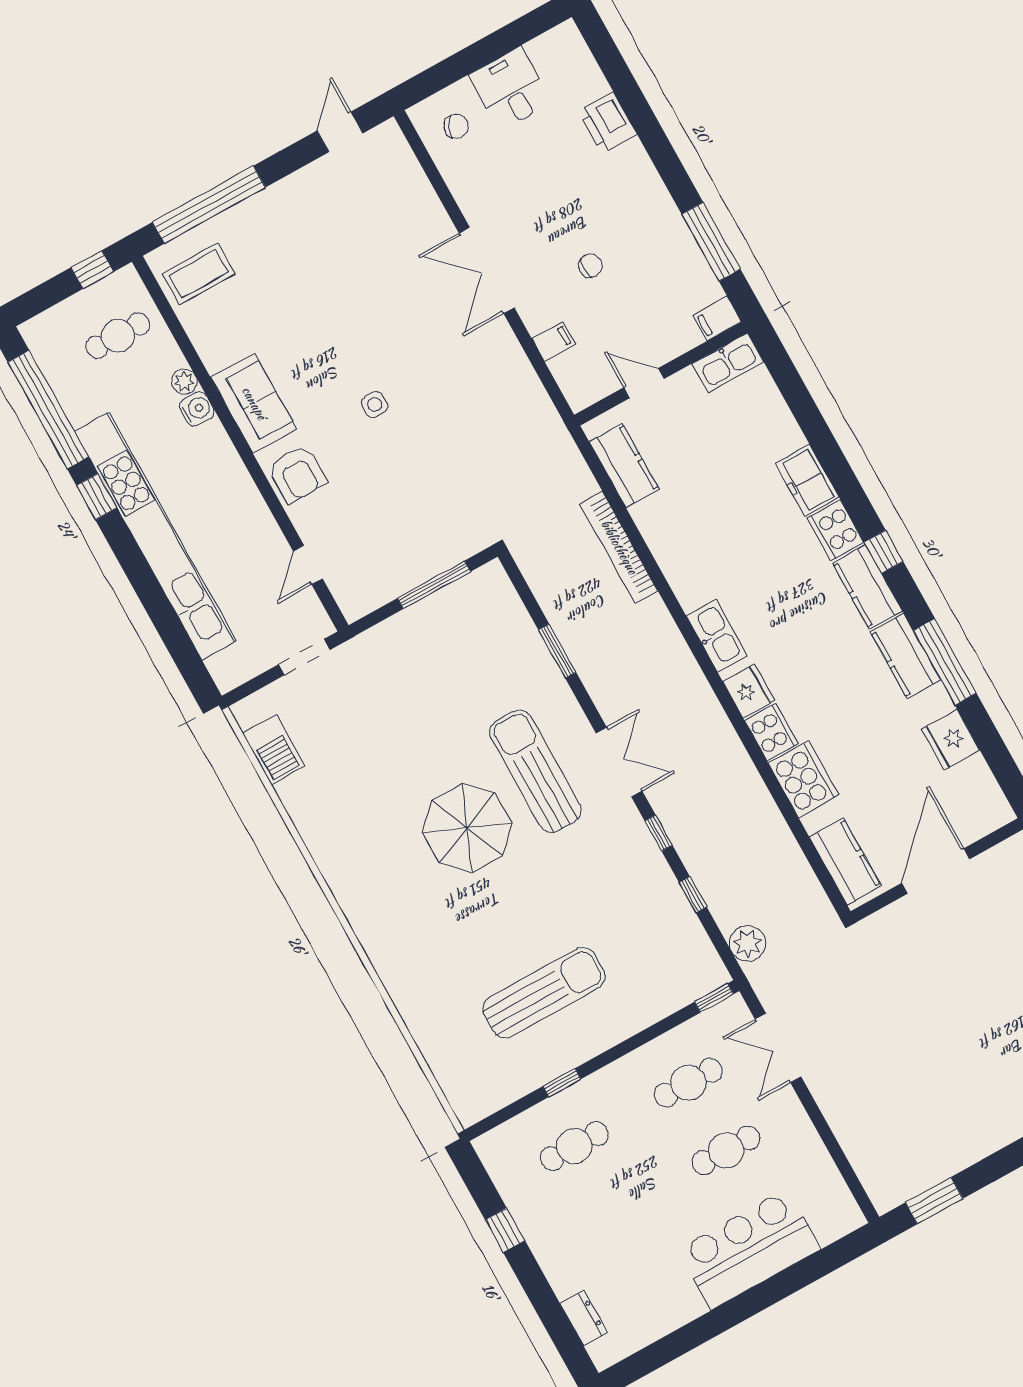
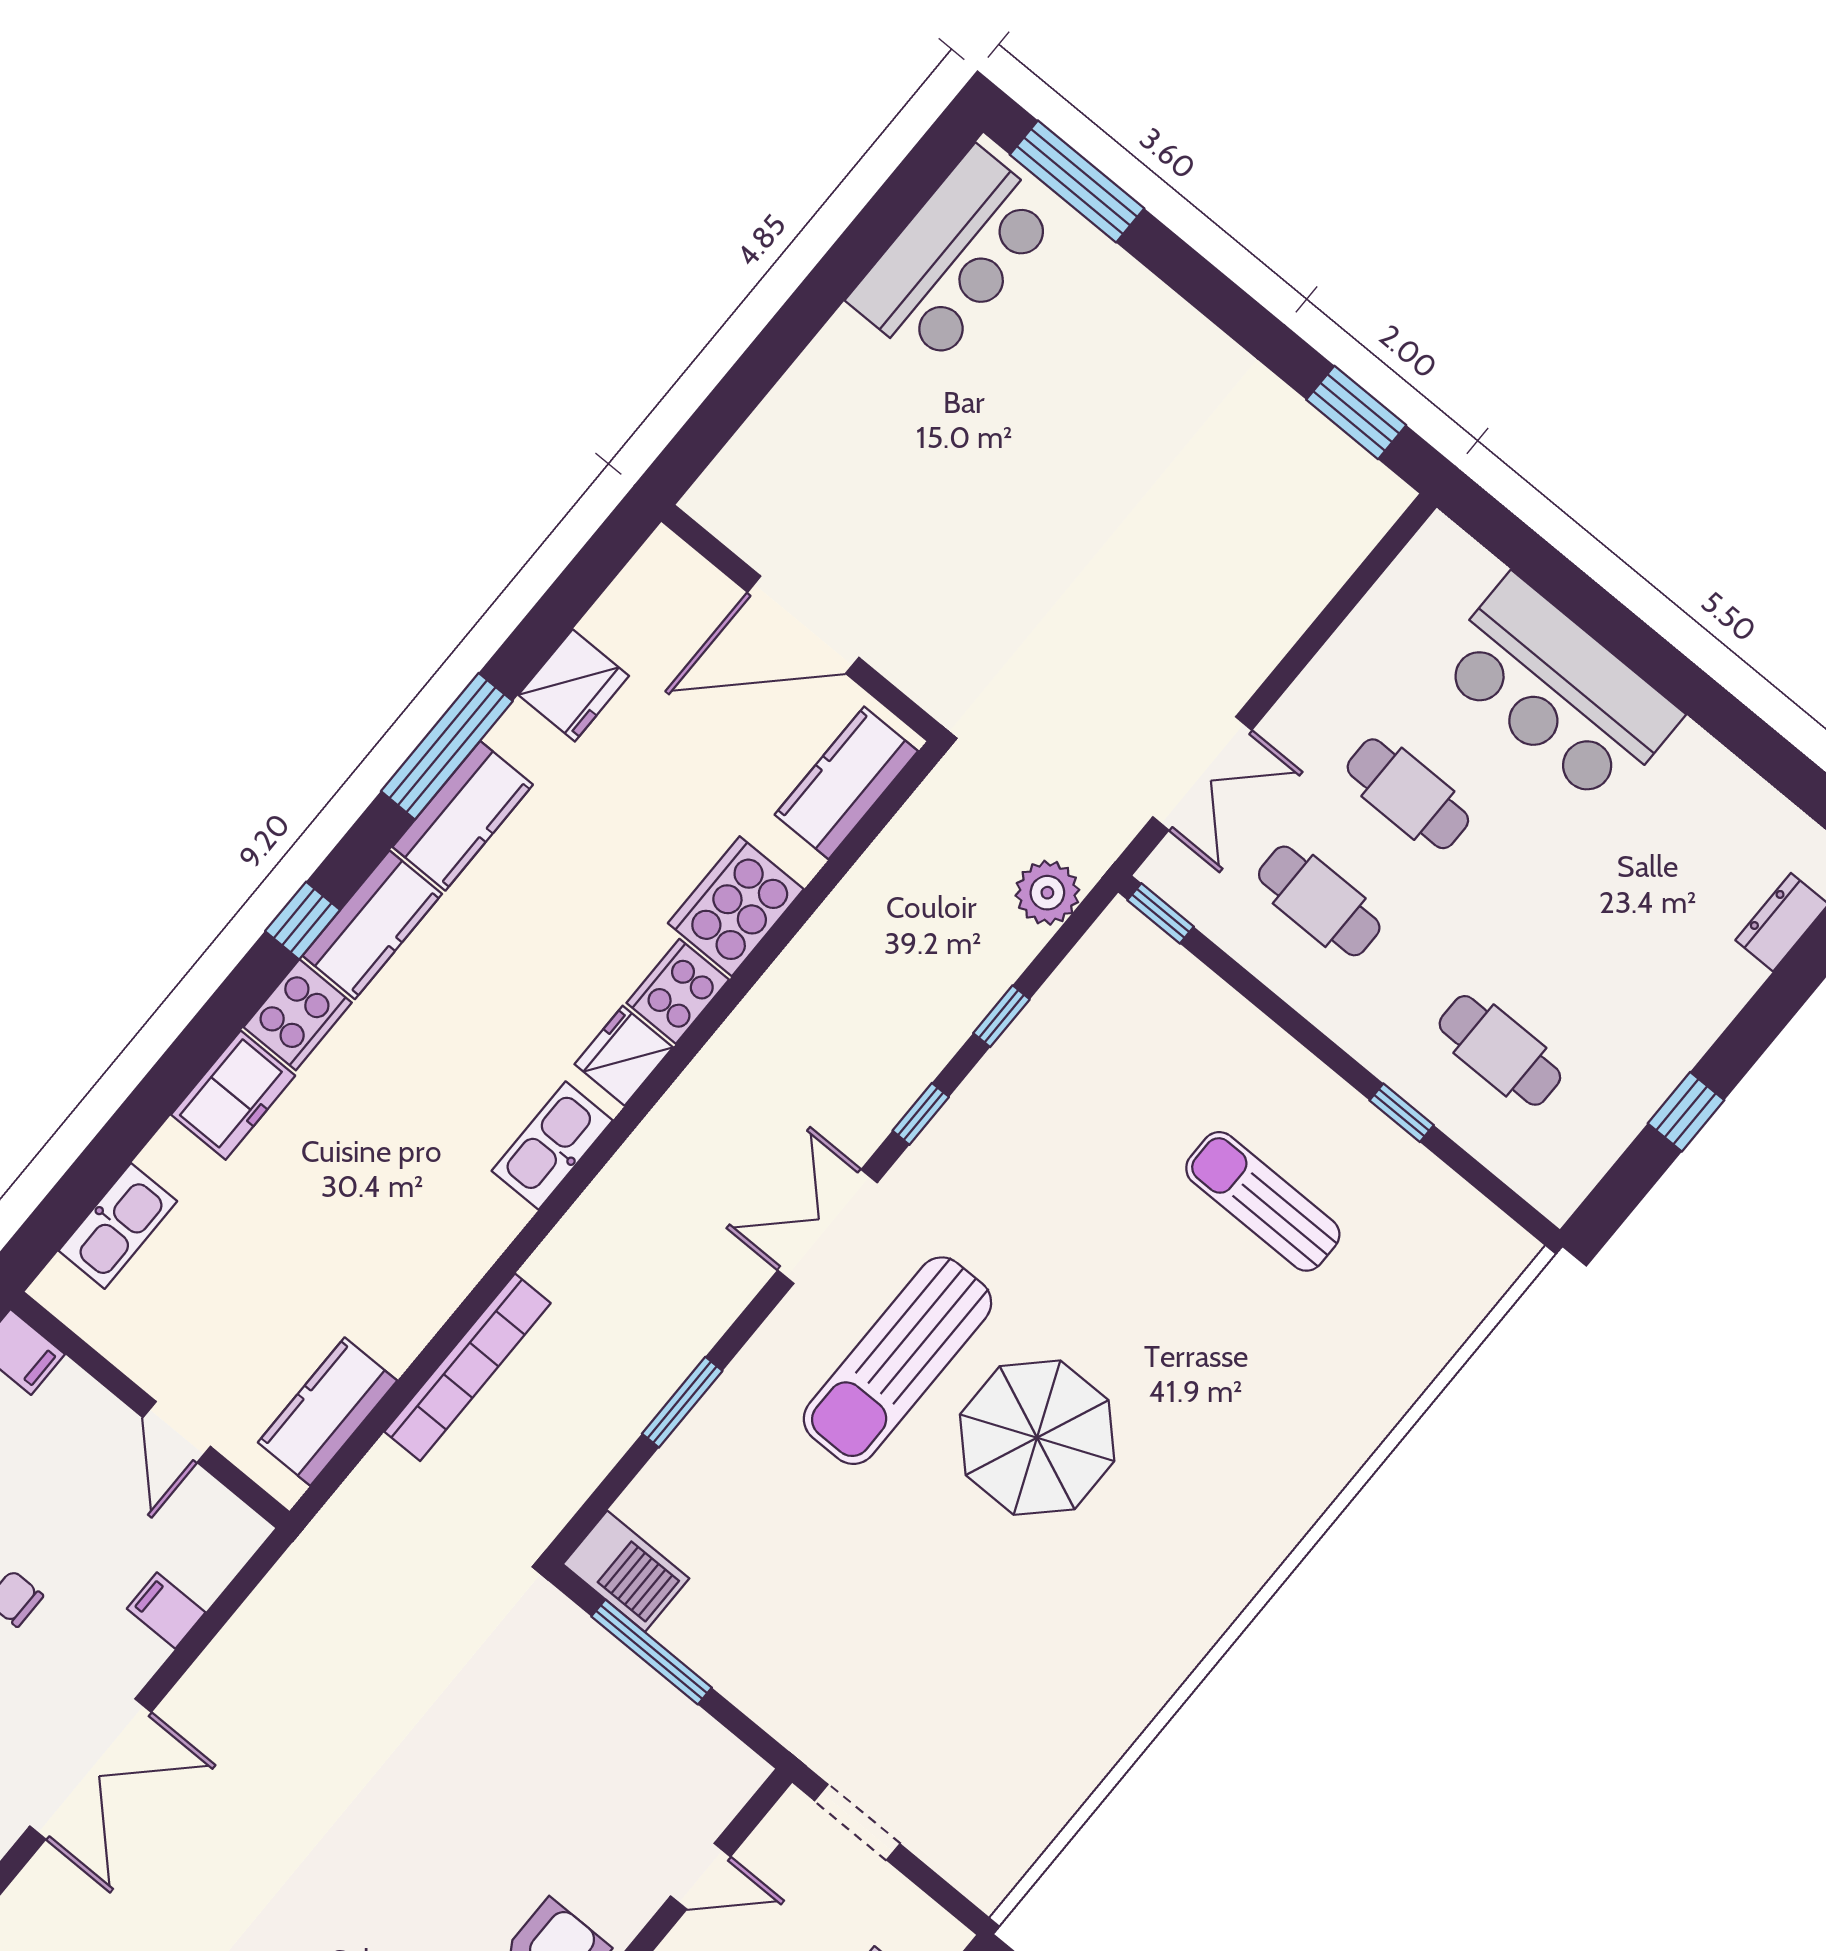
kitchen sink: (728, 363) -> (118, 1226), moved, turned 90
side table: (375, 405) -> (388, 1869), removed
barbecue: (274, 750) -> (626, 1571), moved, turned 90
sun lounger: (544, 993) -> (1263, 1201), width x0.73, depth x0.75

